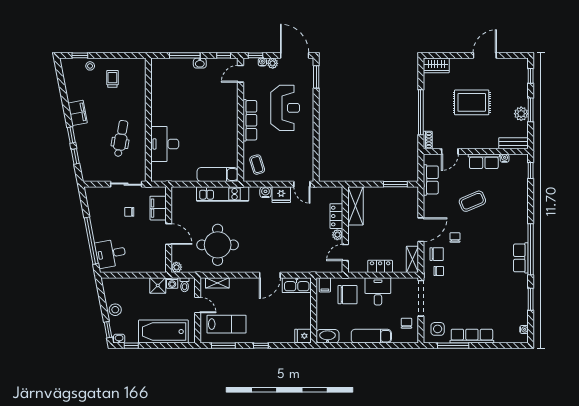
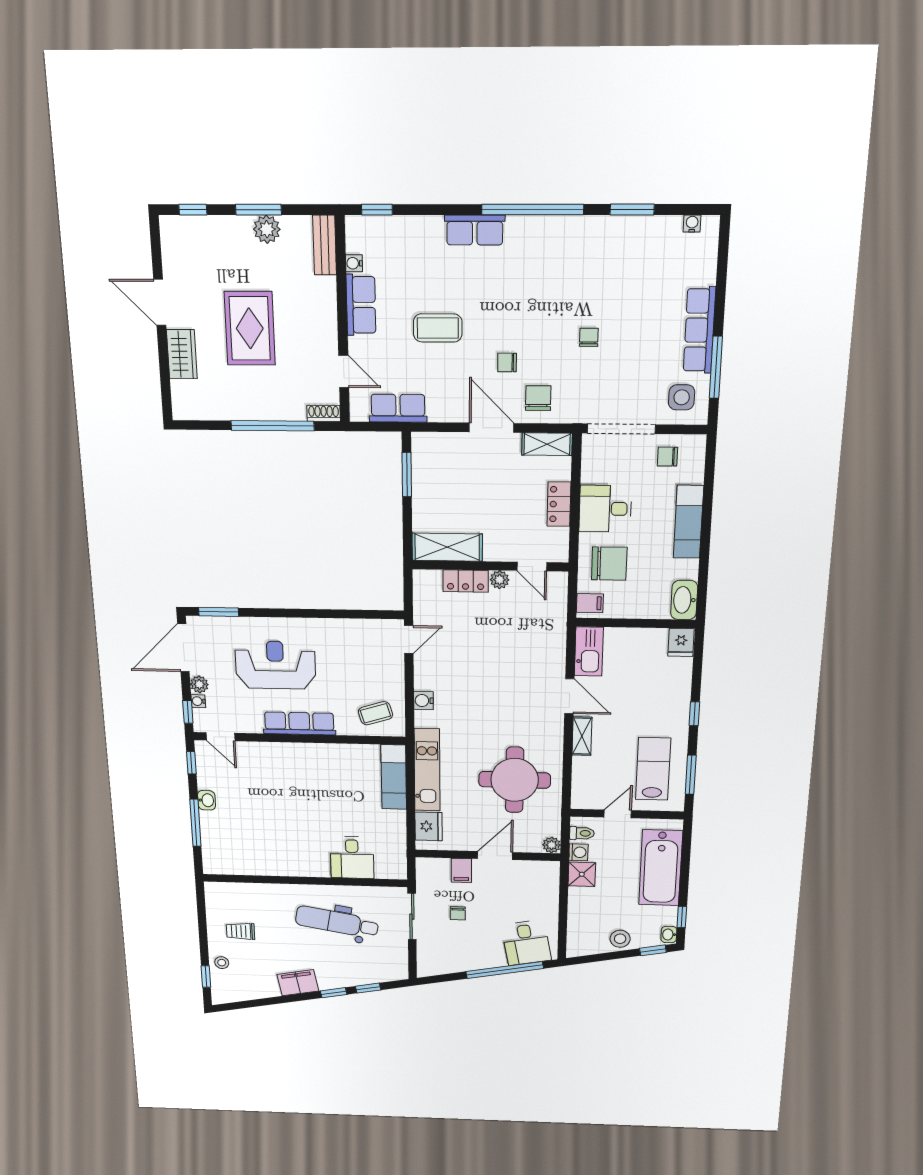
wardrobe: (436, 65) -> (182, 354), moved
dental chair: (121, 138) -> (337, 922), width x1.36, depth x1.38
desk: (165, 144) -> (352, 857), width x0.73
fridge: (281, 195) -> (429, 826), moved
coffee table: (472, 201) -> (438, 328), turned -67
filing cabinet: (158, 208) -> (461, 870), width x0.50
row of seats: (521, 258) -> (475, 230), moved
chair: (439, 271) -> (589, 337), moved
shelving: (217, 283) -> (582, 736), moved
chair: (347, 295) -> (609, 564), turned 90

